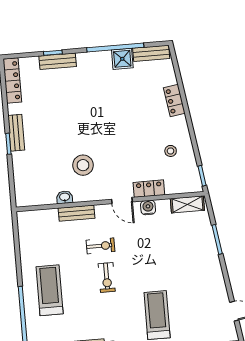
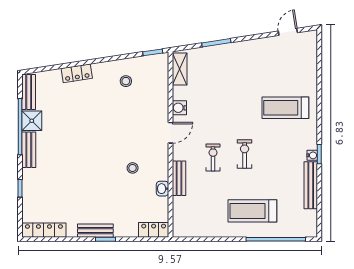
bench: (58, 61) -> (29, 150), moved
stool: (83, 165) -> (133, 168), width x0.53, depth x0.53
locker: (149, 189) -> (154, 230), moved, turned 90
exercise bike: (107, 278) -> (245, 154), turned -90

